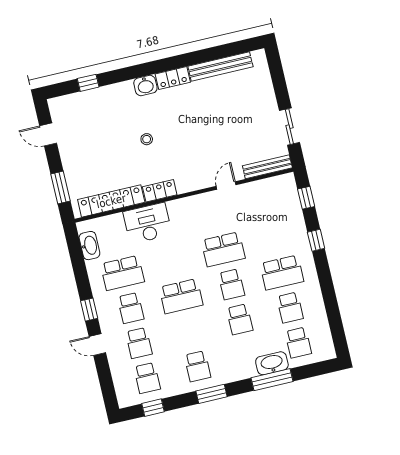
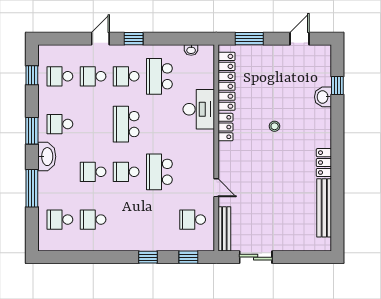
washbasin: (145, 85) -> (323, 97), moved
washbasin: (89, 246) -> (191, 50), width x0.52, depth x0.69
school desk: (282, 273) -> (193, 220), moved, width x0.54
washbasin: (272, 363) -> (47, 157), moved

